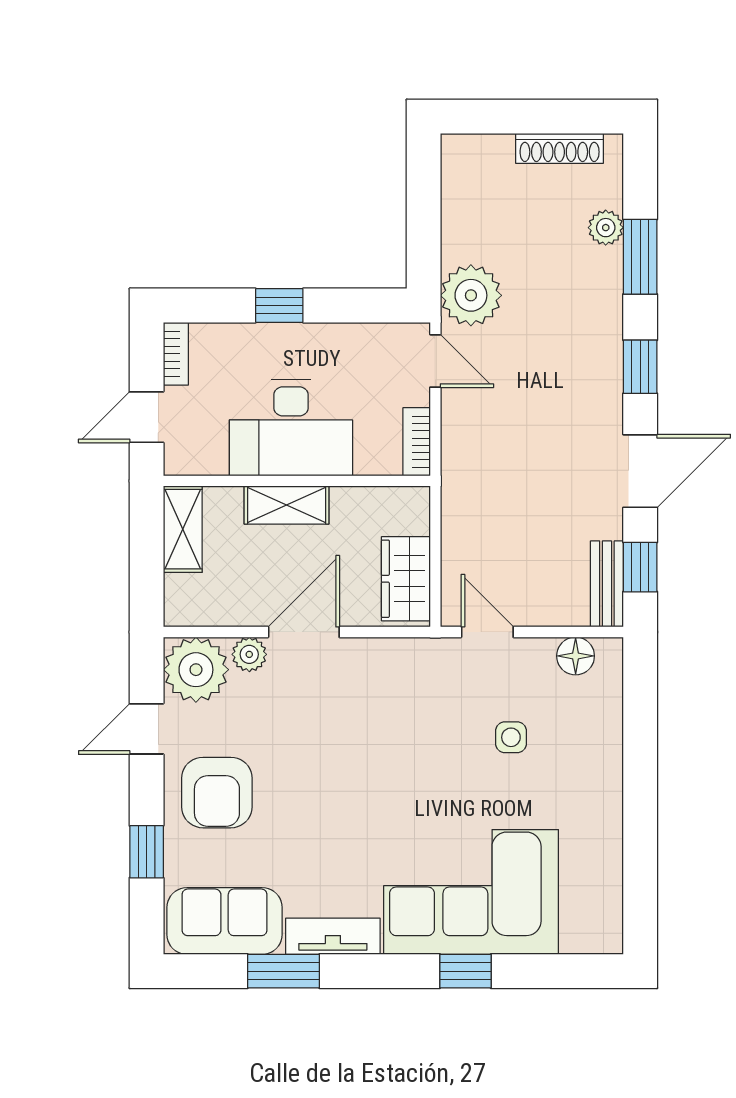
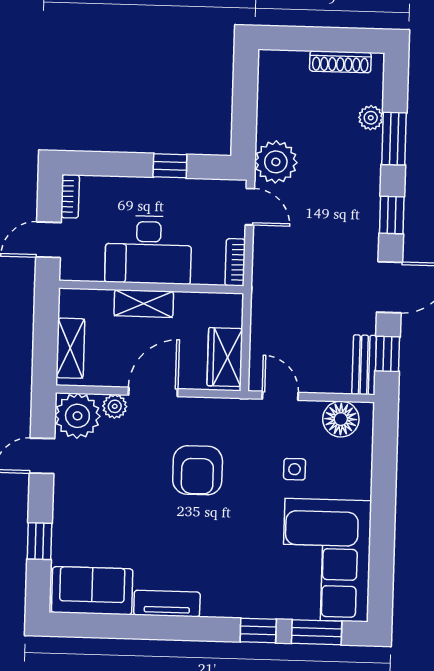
window: (279, 305) -> (170, 166), moved
shelving: (183, 529) -> (70, 348), moved
floor lamp: (576, 656) -> (341, 419), width x1.38, depth x1.38
armchair: (217, 793) -> (198, 470), moved
corner sofa: (471, 892) -> (327, 560), moved, turned -90
window: (283, 971) -> (317, 632), moved

